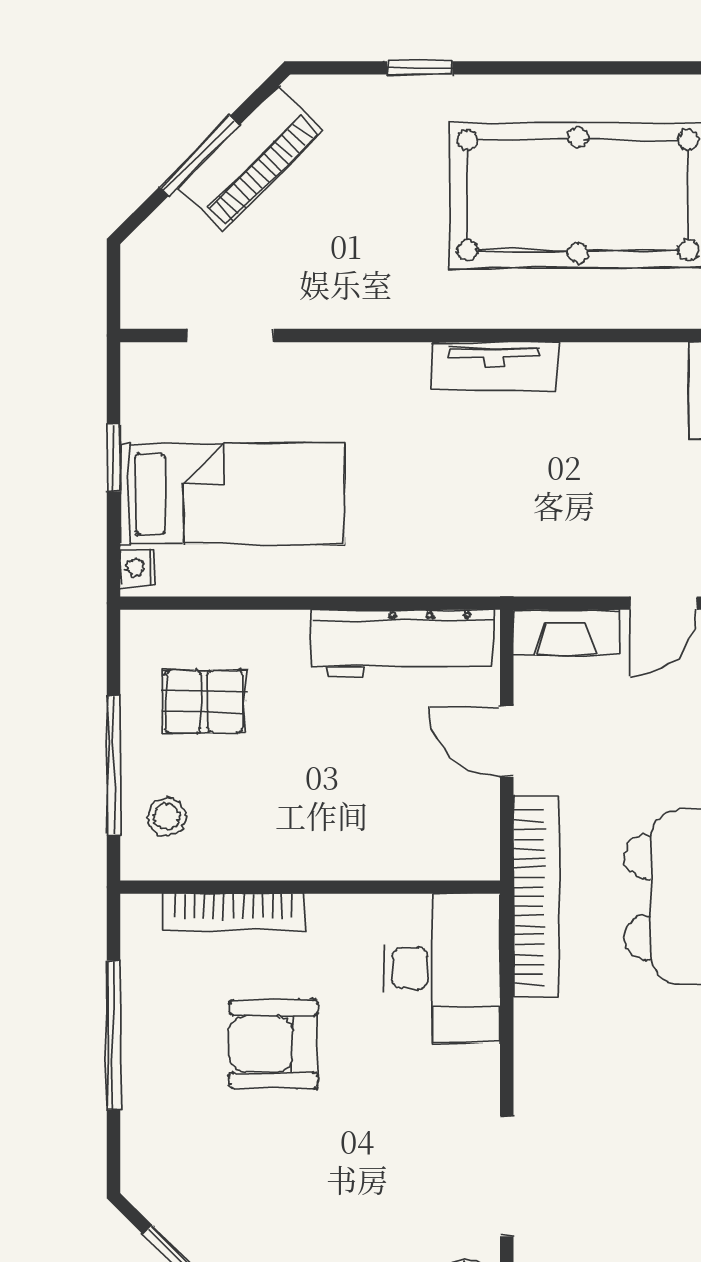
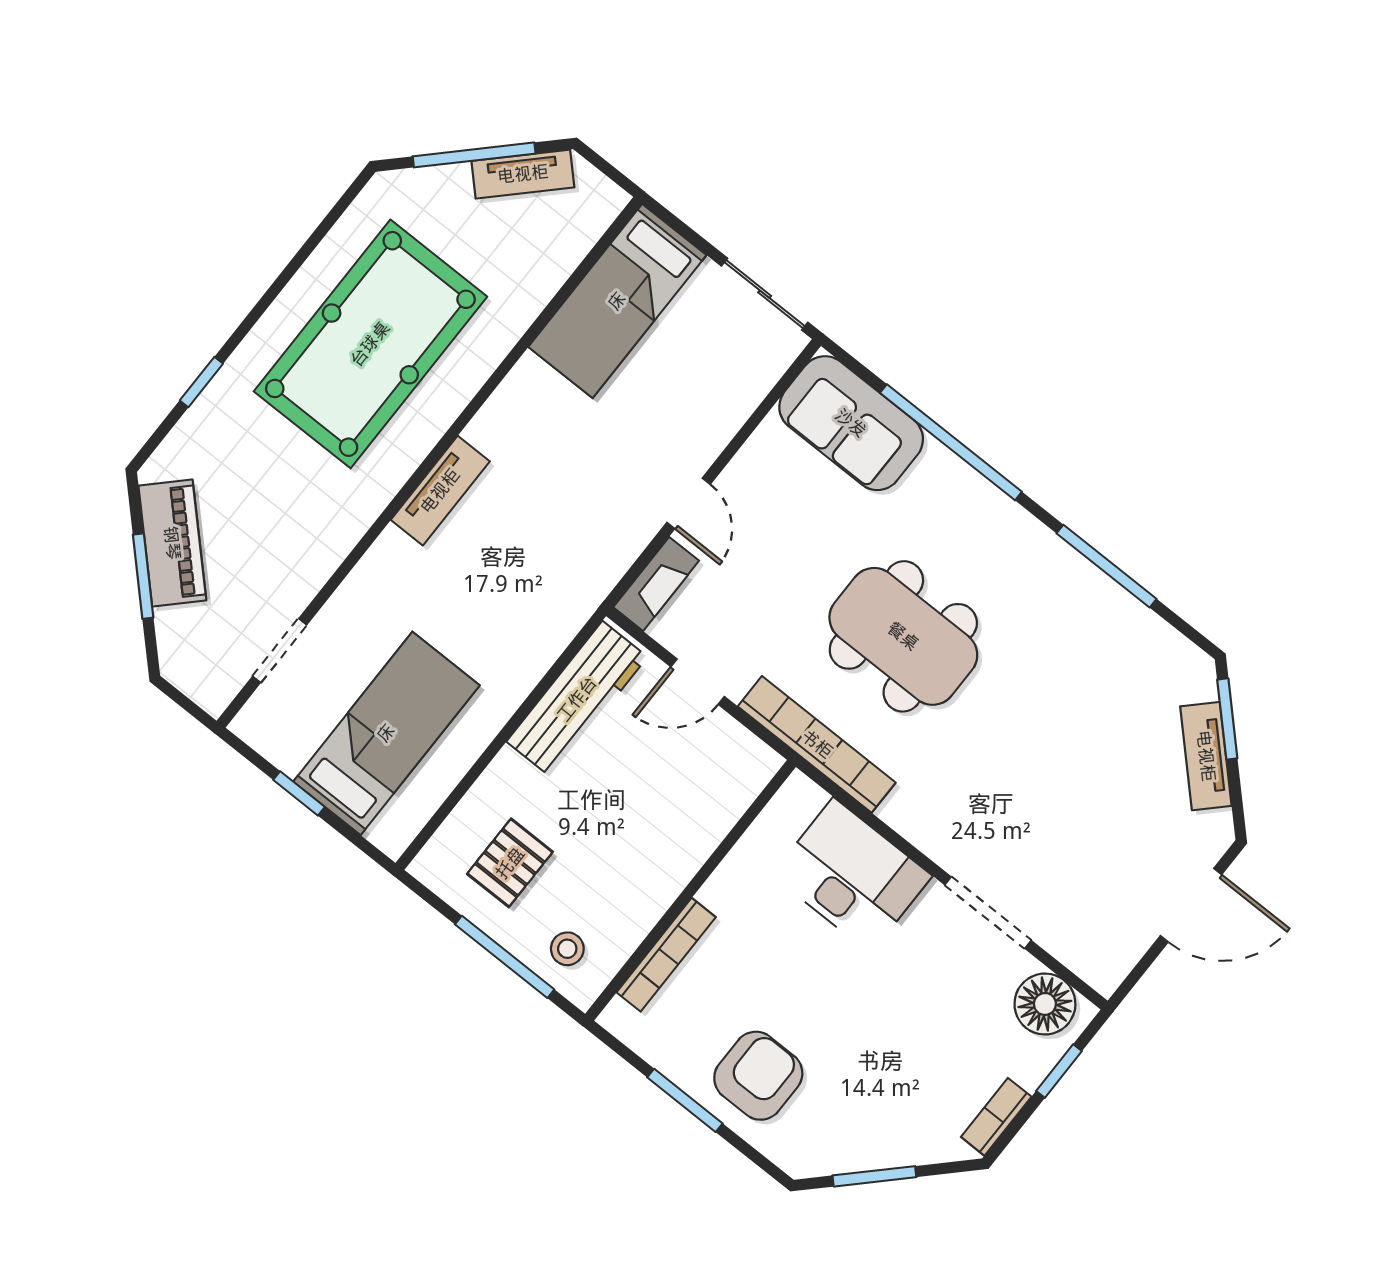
nightstand: (138, 568) -> (385, 836), removed
desk: (442, 968) -> (852, 875), moved
window: (114, 1035) -> (685, 1100), width x0.69
armchair: (274, 1044) -> (758, 1076), moved, turned 180

